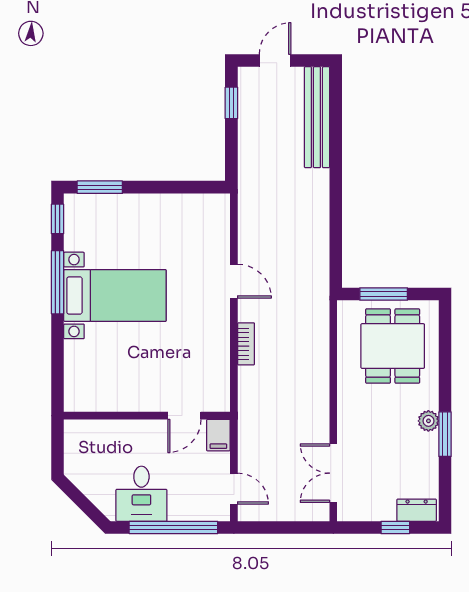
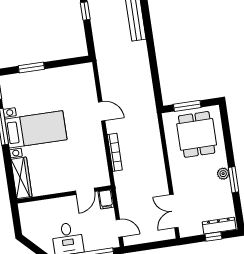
window: (100, 187) -> (31, 68), moved
bookcase: (246, 344) -> (115, 152), width x1.56
wardrobe: (77, 376) -> (21, 178), added
dresser: (417, 510) -> (219, 226), width x1.44

